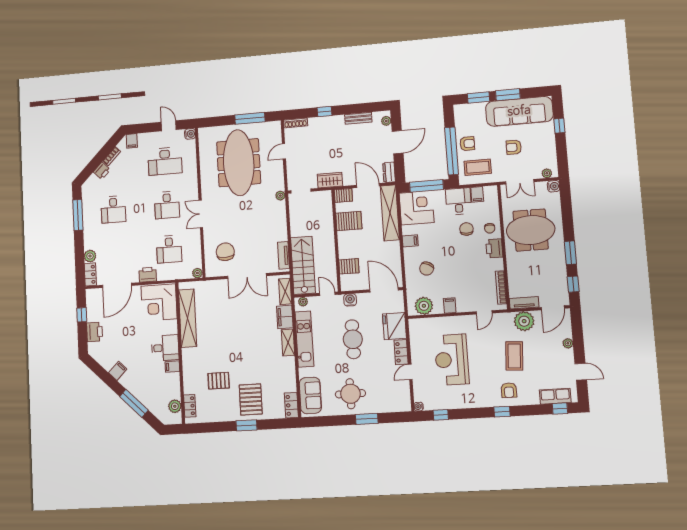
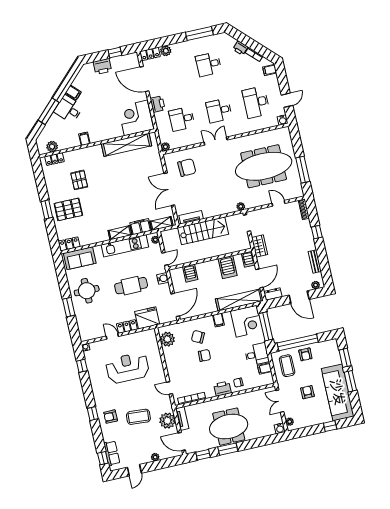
chair: (466, 229) -> (204, 355), moved
meeting table: (531, 230) -> (229, 427), moved, turned 90
stairs: (303, 265) -> (203, 231), moved
filing cabinet: (450, 306) -> (171, 360), removed
desk: (165, 348) -> (69, 109), moved, turned 135

